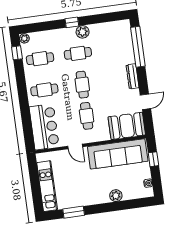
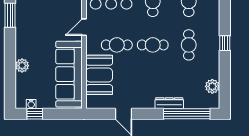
plant: (83, 32) -> (212, 86), moved
dresser: (133, 76) -> (169, 103), moved
booth: (127, 126) -> (99, 75), moved
window: (153, 159) -> (35, 114), moved

